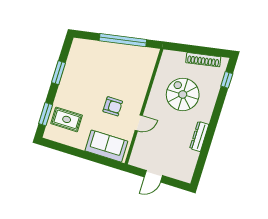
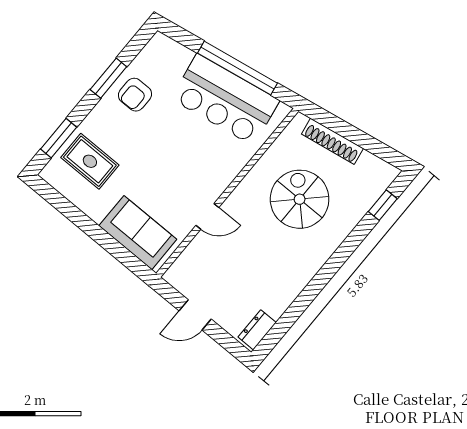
bar counter: (123, 59) -> (225, 100), added
shoe rack: (203, 60) -> (332, 141), moved
armchair: (113, 106) -> (135, 95), moved, turned 90
dresser: (199, 136) -> (257, 330), moved, width x0.70

